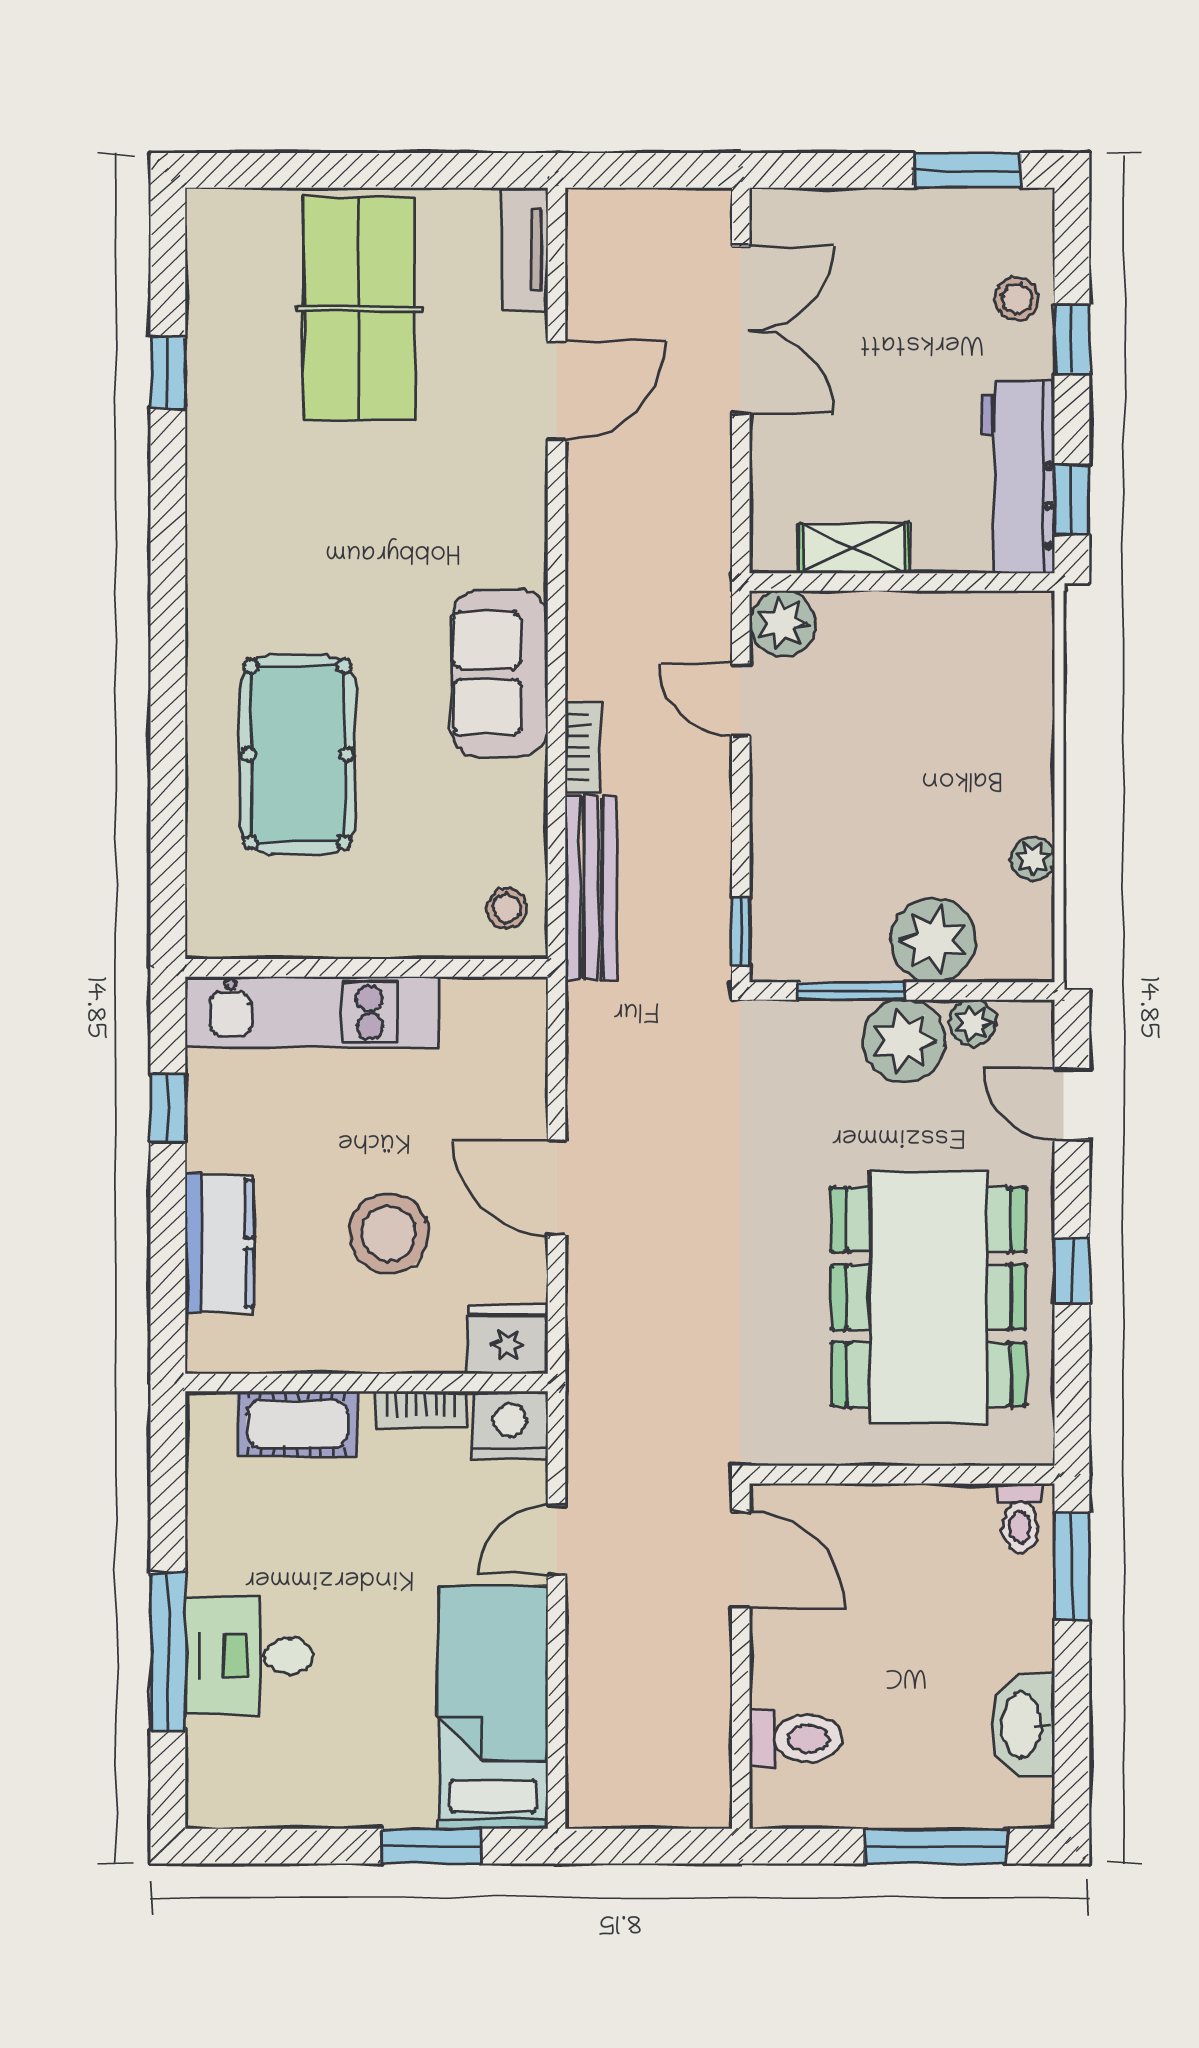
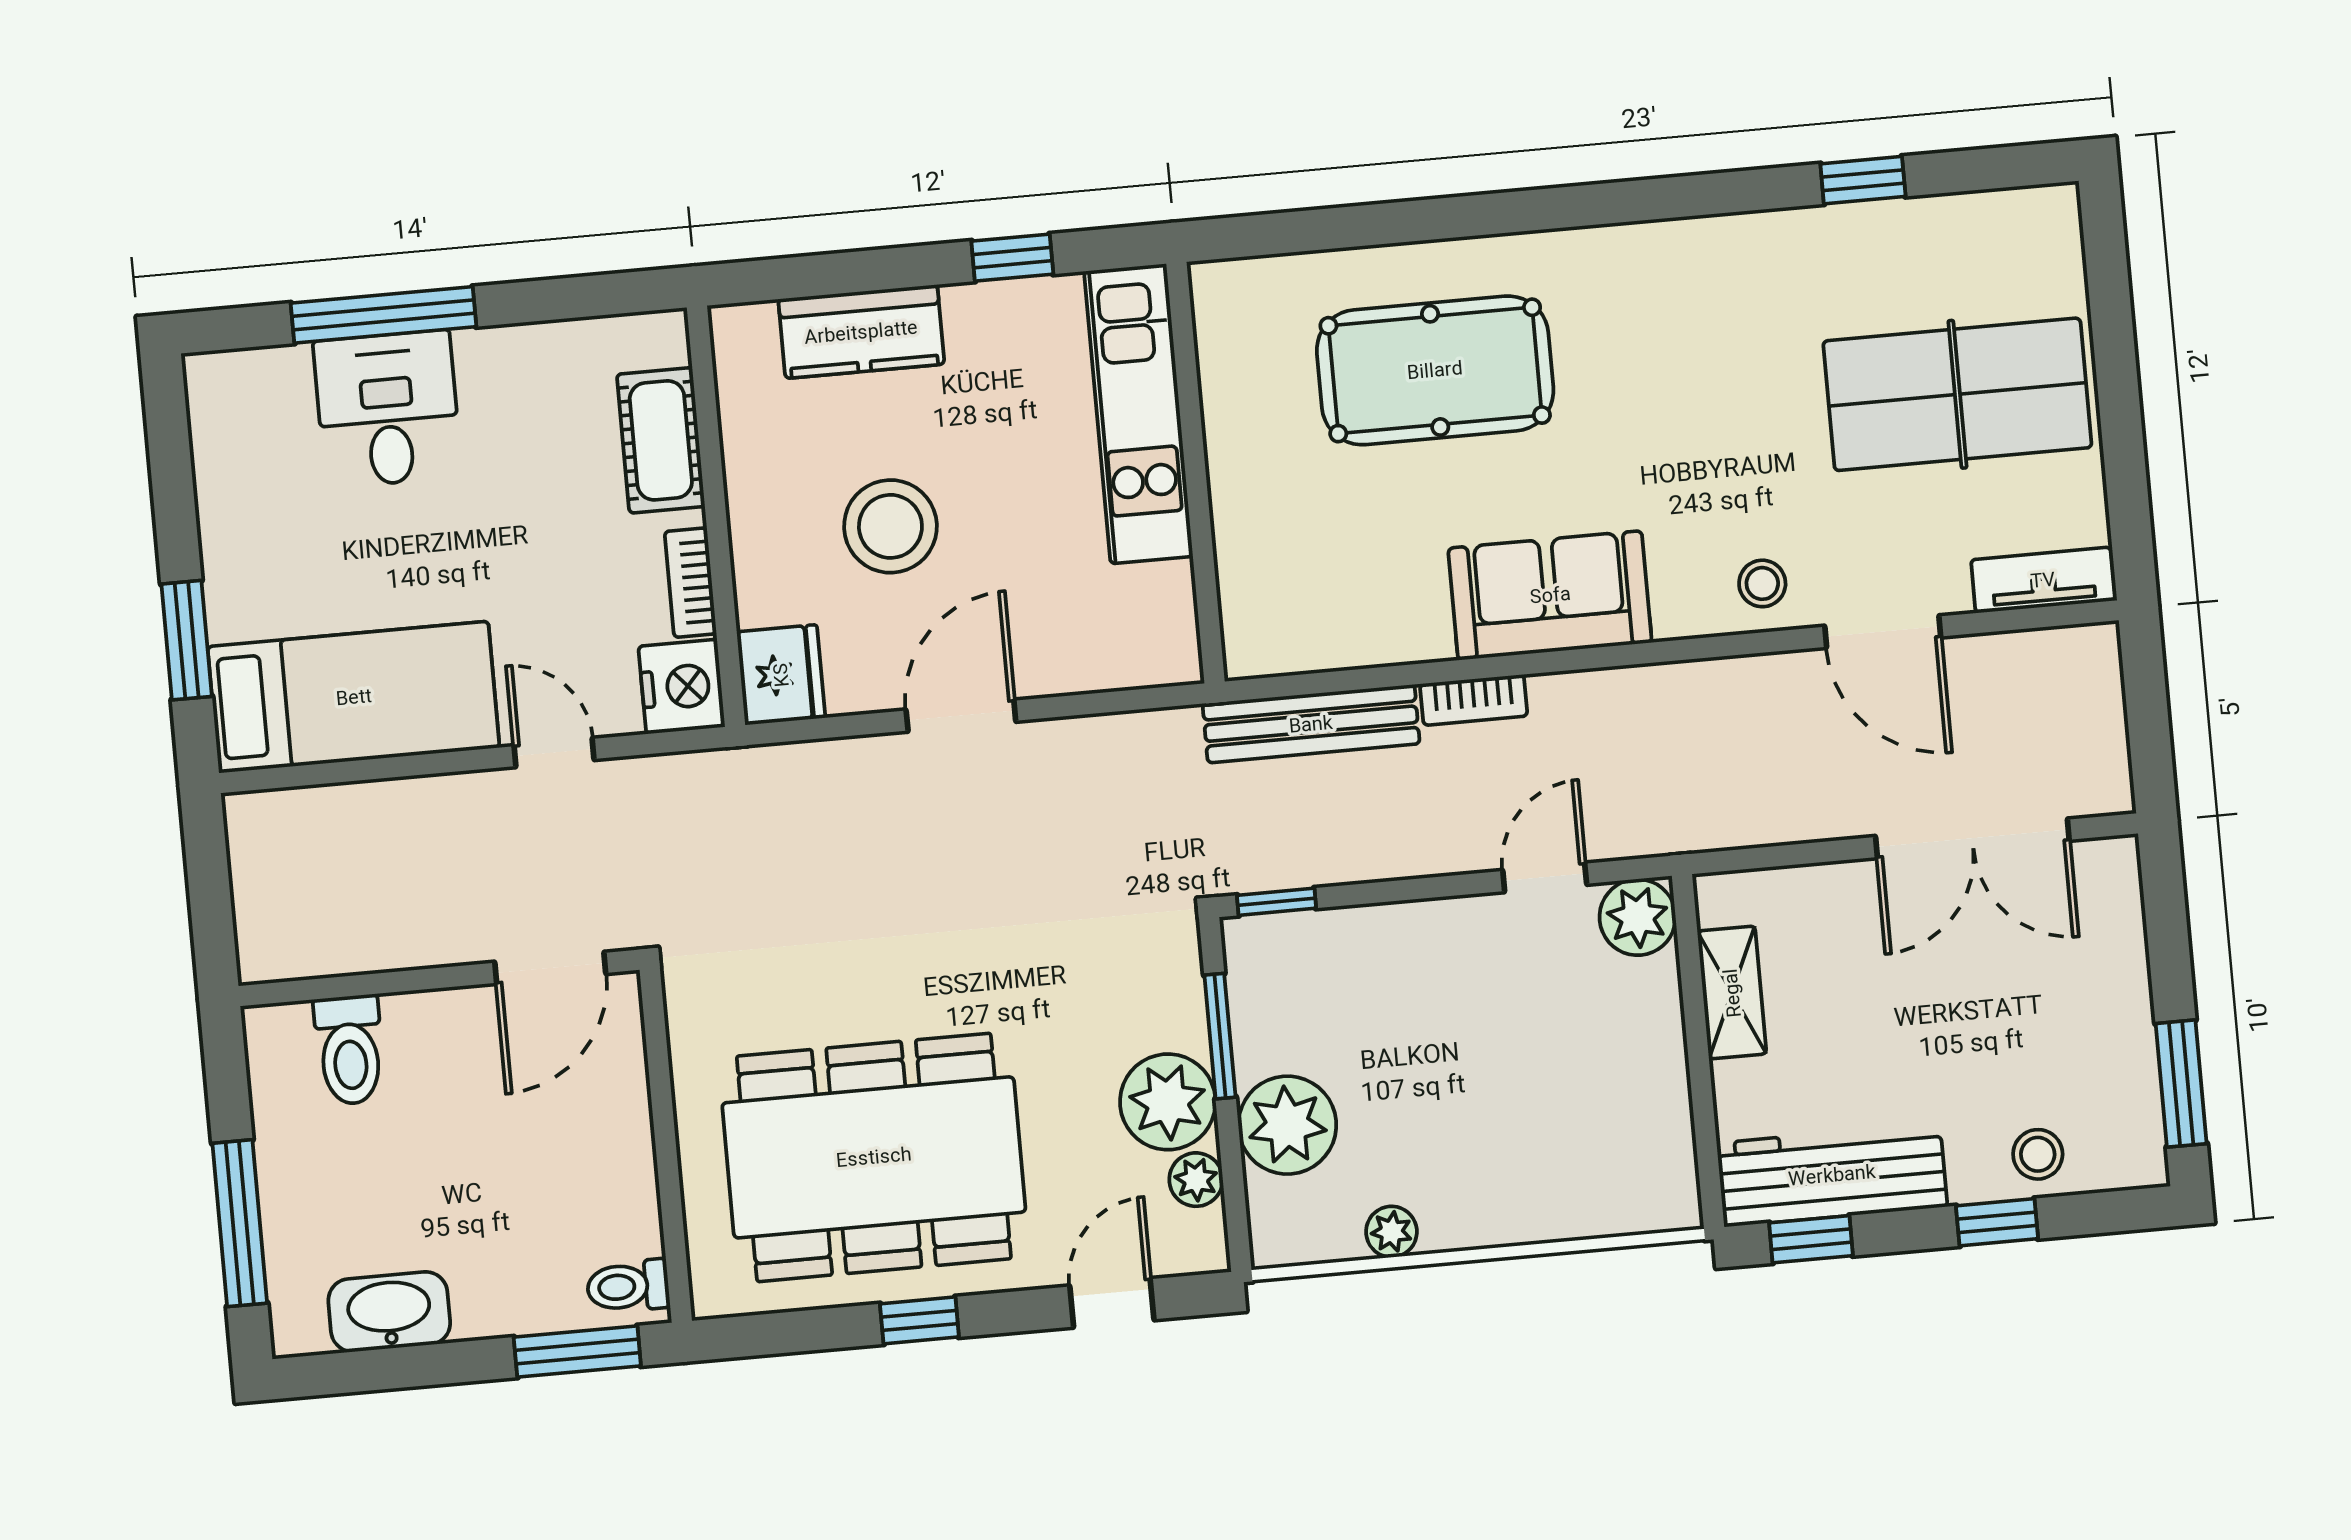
stool: (507, 908) -> (1762, 583), moved

